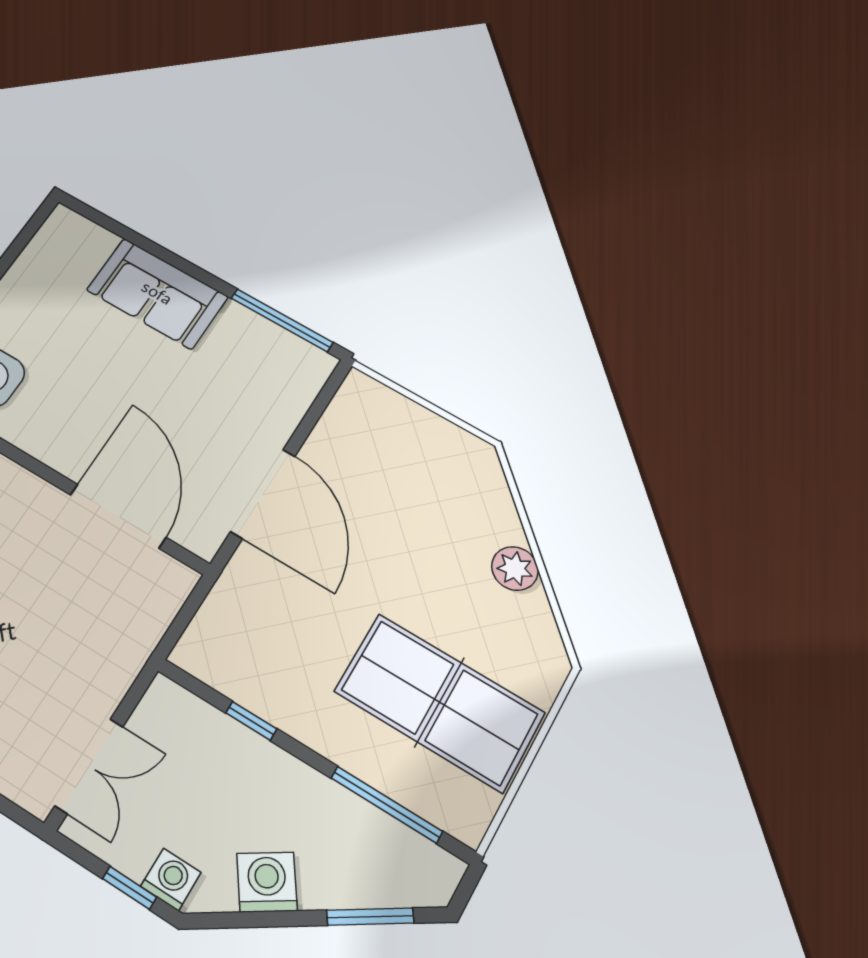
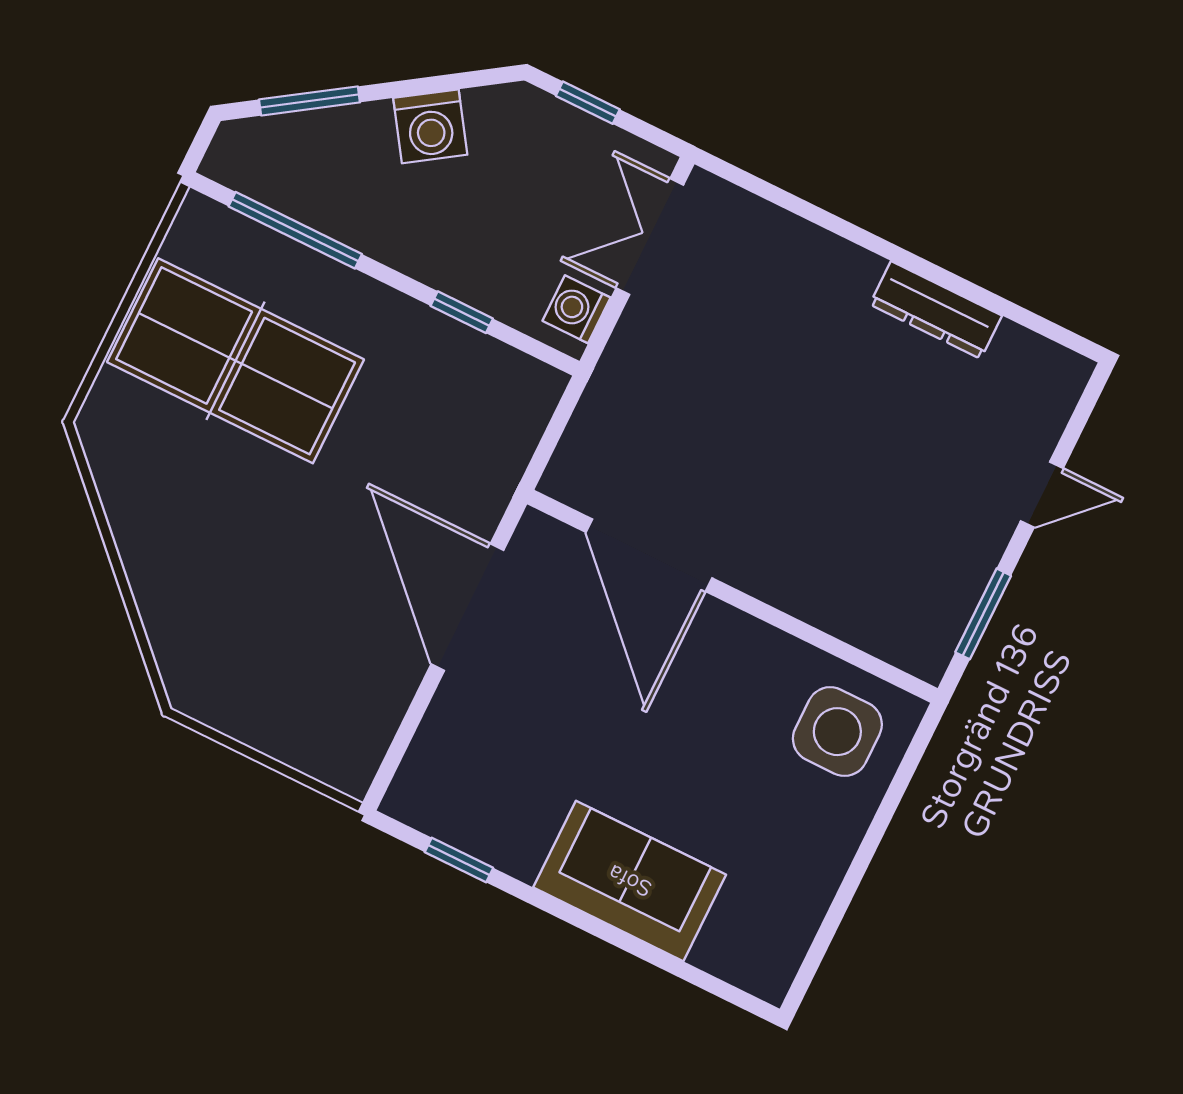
window: (282, 320) -> (459, 860), width x0.46
plant: (515, 568) -> (144, 543), removed
washing machine: (171, 879) -> (577, 309), moved, turned 90

